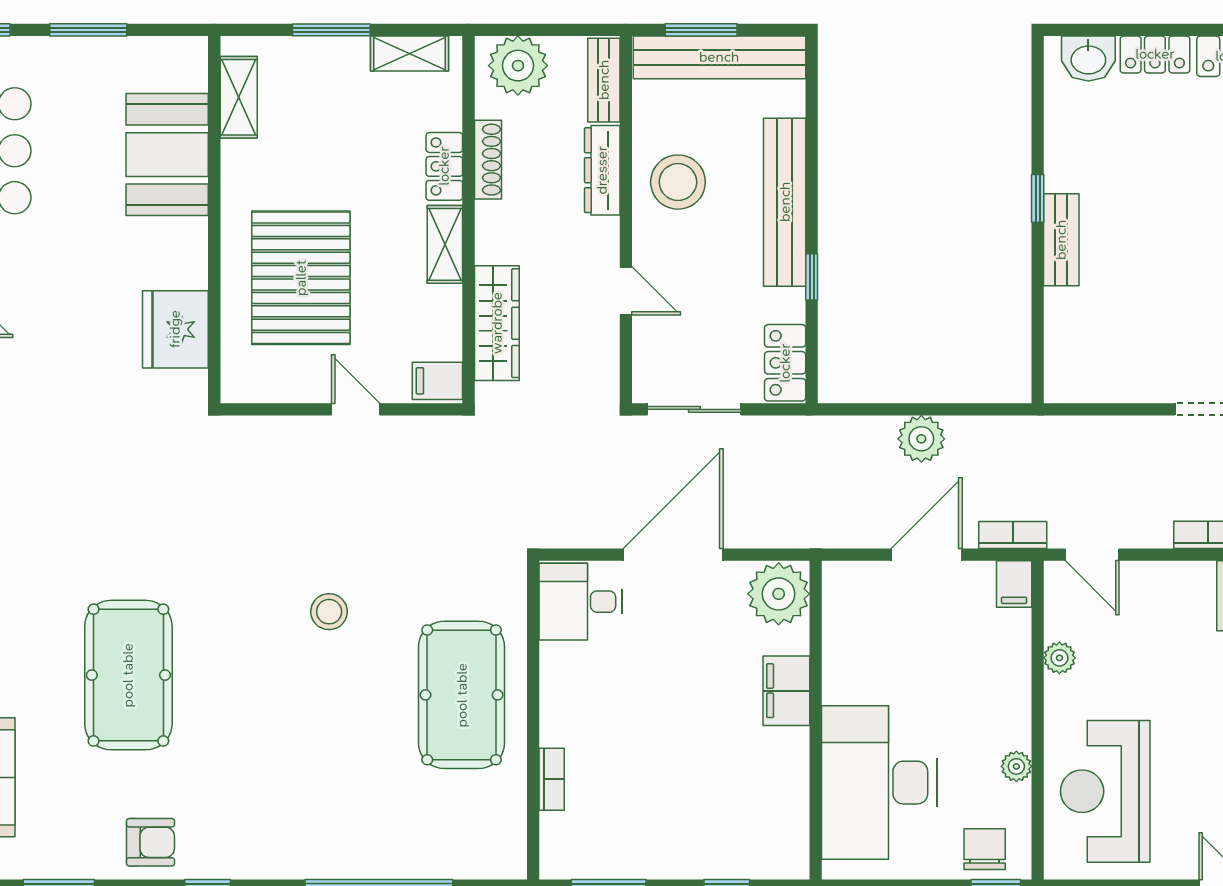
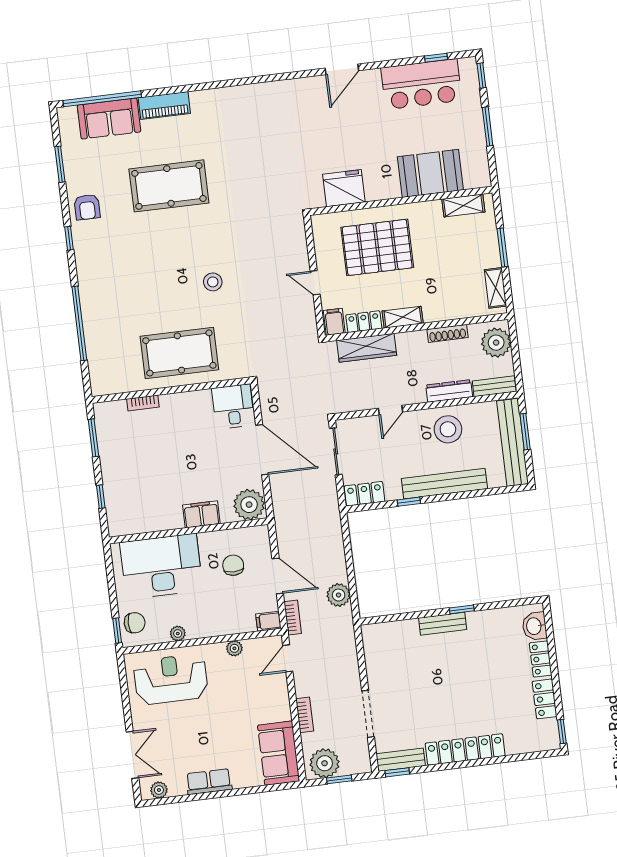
locker: (444, 166) -> (364, 322), moved
door: (356, 409) -> (315, 283), swing flipped
plant: (921, 439) -> (339, 595), moved
chair: (895, 640) -> (233, 565), added

